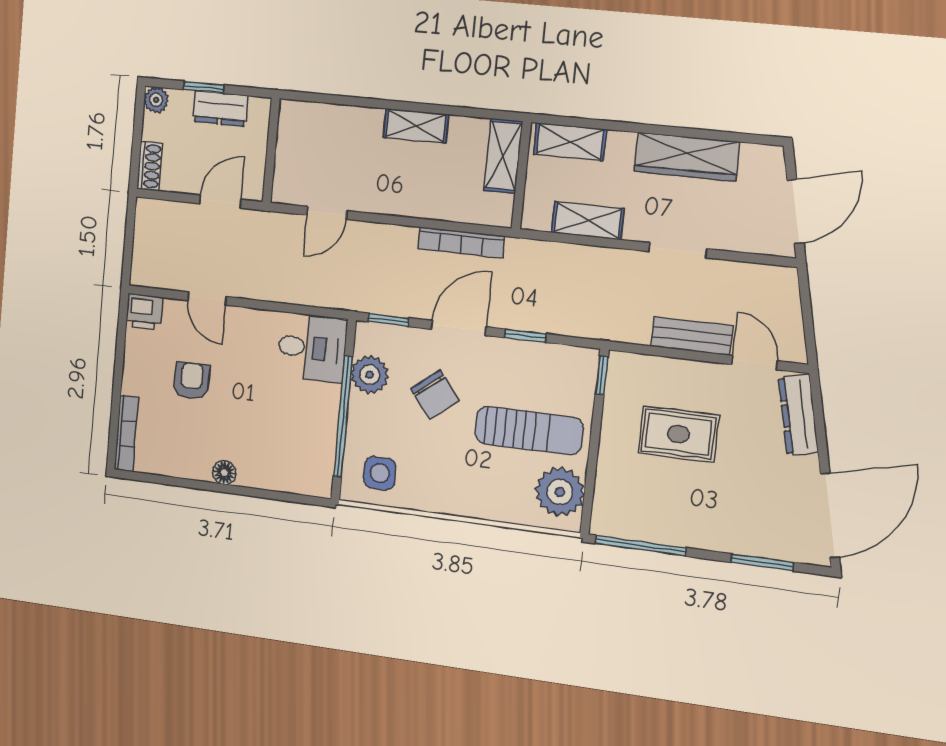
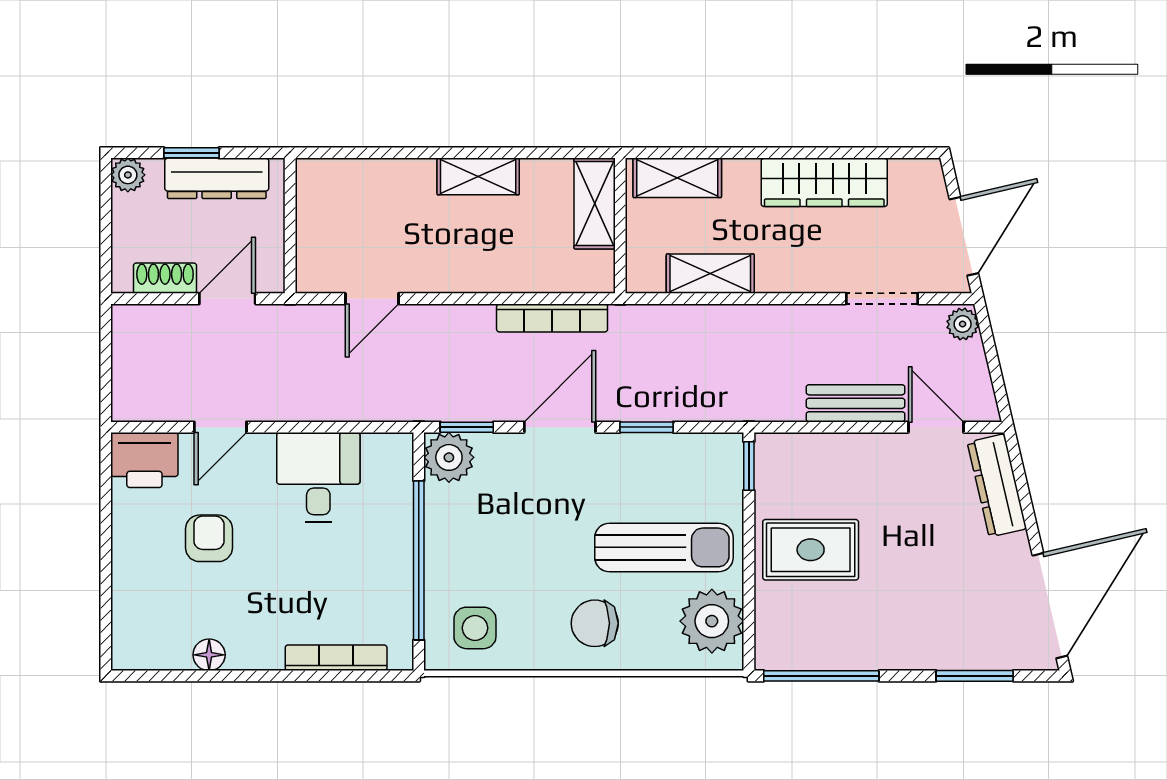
dresser: (220, 109) -> (217, 178), width x1.44
shoe rack: (150, 166) -> (165, 278), moved, turned -90
doorway: (678, 250) -> (882, 299), moved
plant: (786, 282) -> (963, 324), added
door: (207, 299) -> (220, 427), hinge flipped
printer: (144, 312) -> (144, 460), width x1.36, depth x1.24
desk: (312, 348) -> (318, 477), moved, turned -90
plant: (370, 375) -> (449, 457), moved
chair: (435, 395) -> (595, 623), moved, turned 128
bookcase: (126, 433) -> (336, 658), moved, turned -90
rug: (678, 434) -> (811, 550), moved
floor lamp: (224, 473) -> (209, 655), moved

